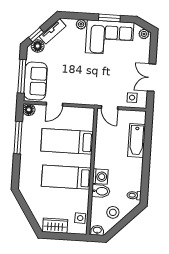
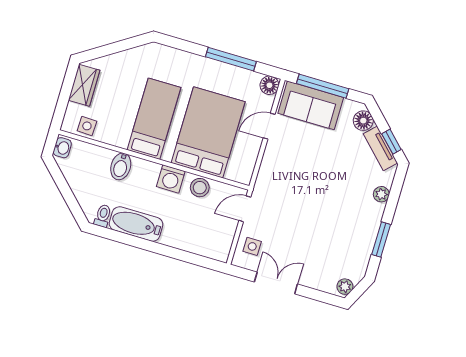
window: (36, 35) -> (391, 142), moved
corner sofa: (110, 38) -> (351, 233), removed
door: (54, 104) -> (269, 126), hinge flipped
bathtub: (137, 140) -> (136, 224), moved
bed: (67, 141) -> (208, 132), width x1.50
washing machine: (100, 177) -> (171, 179), moved
stool: (113, 212) -> (200, 188), moved

